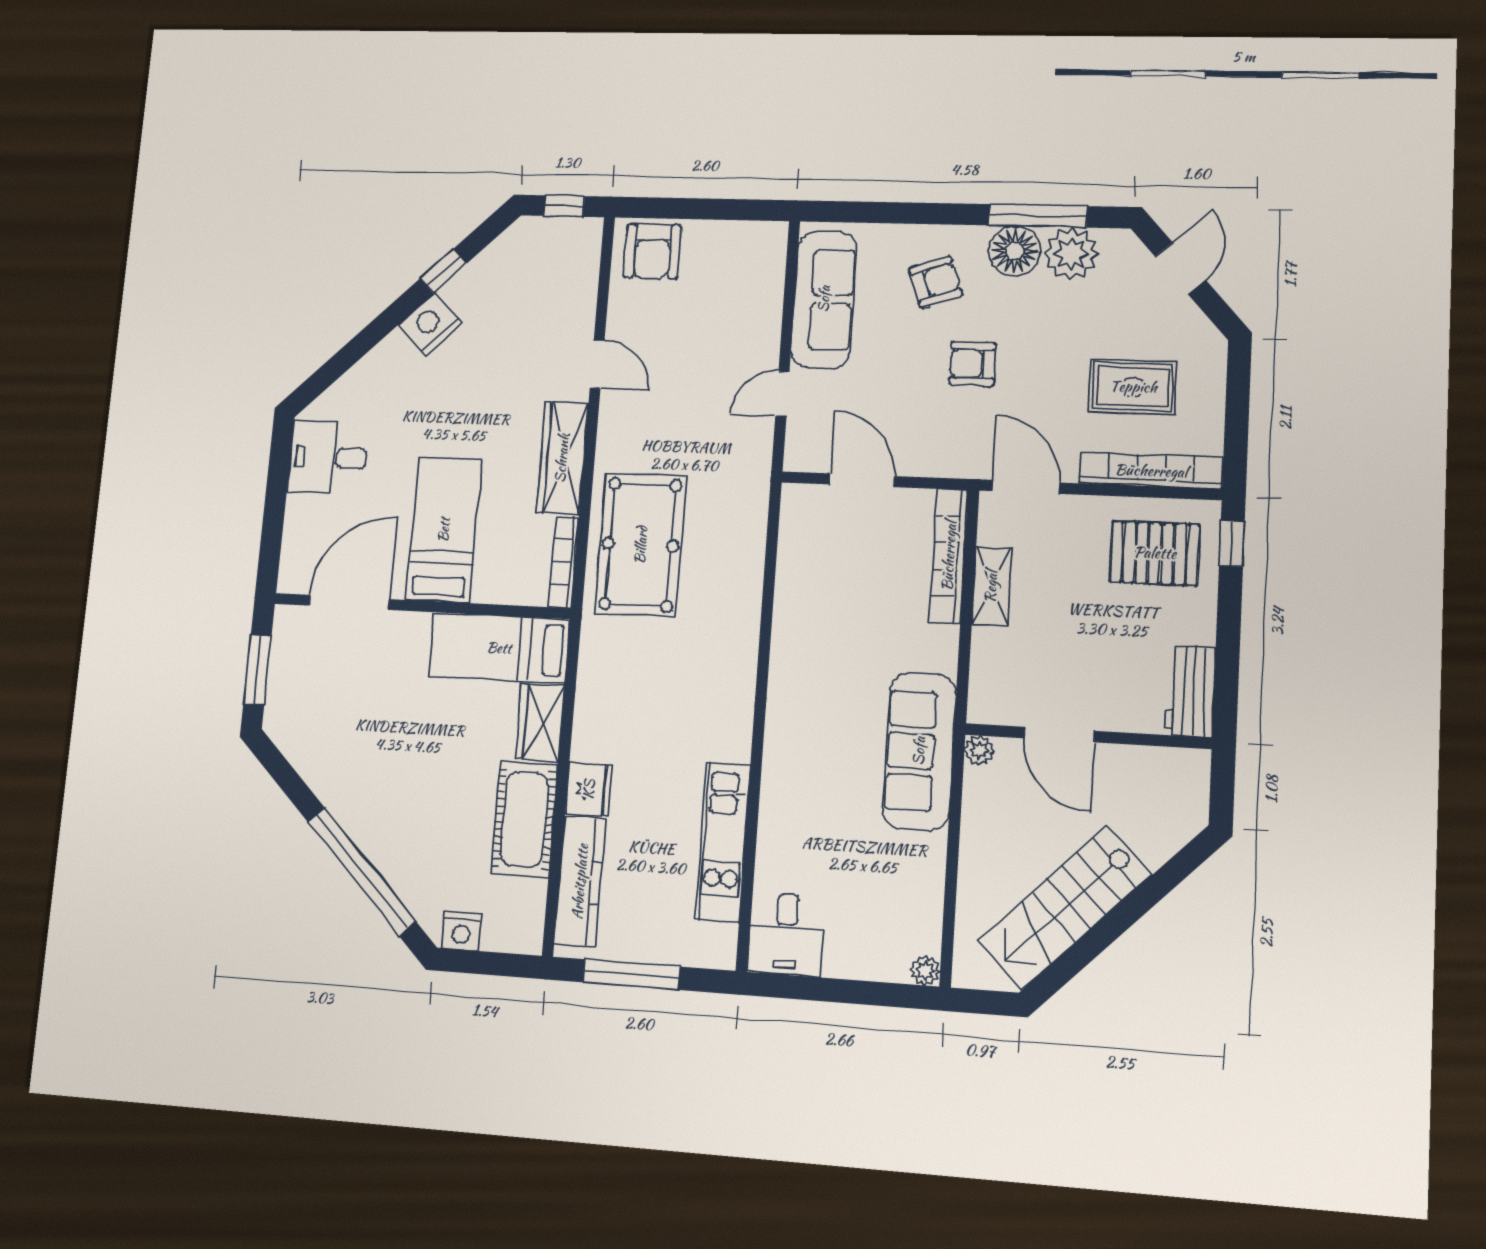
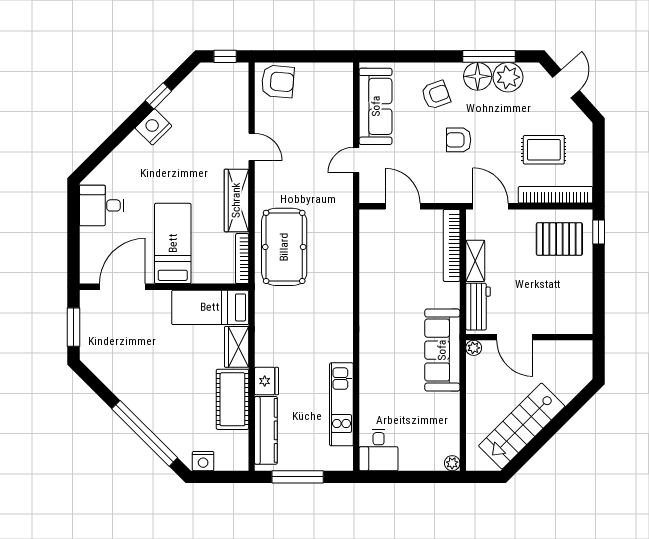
armchair: (653, 251) -> (278, 81), turned -85
workbench: (1190, 691) -> (478, 307), moved, turned 180

